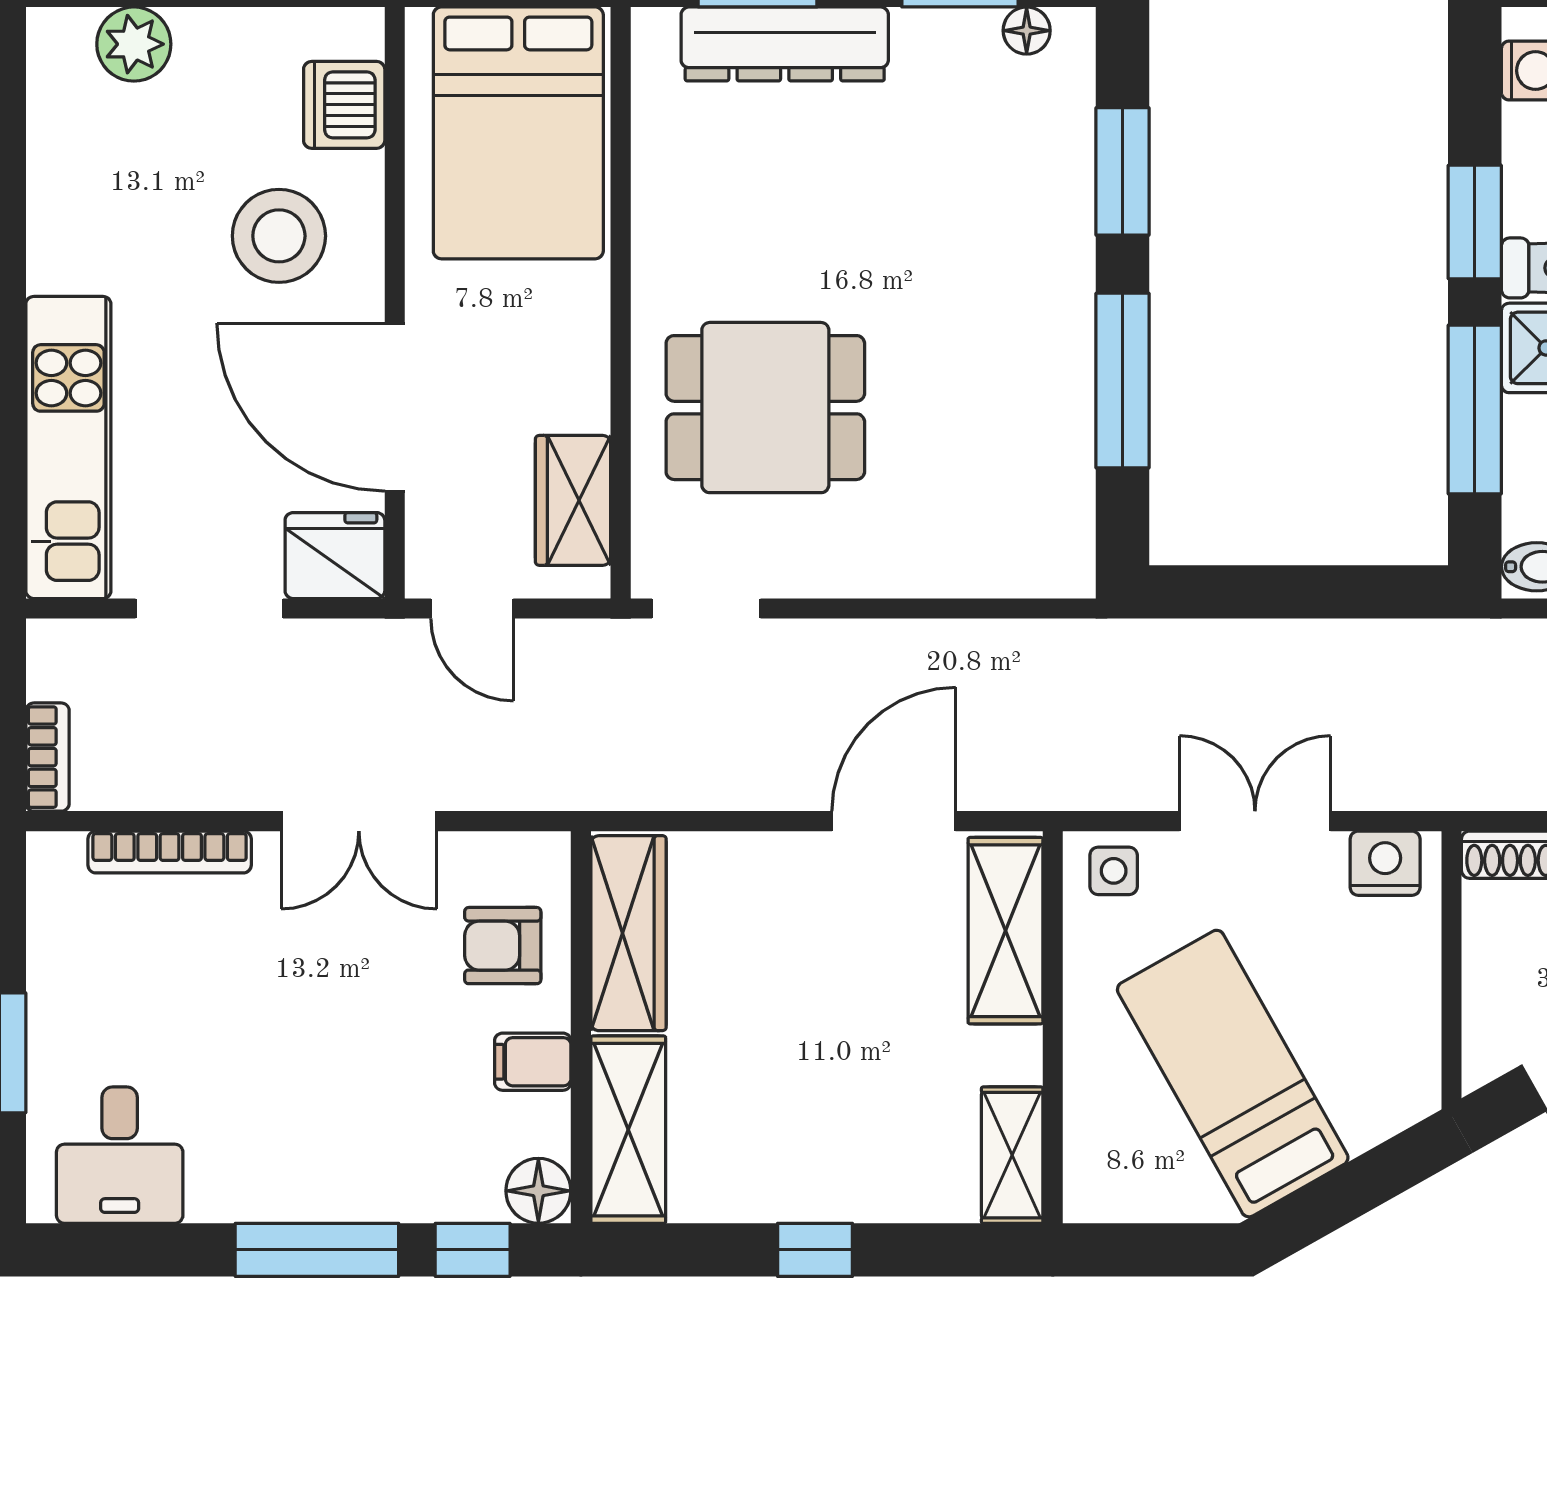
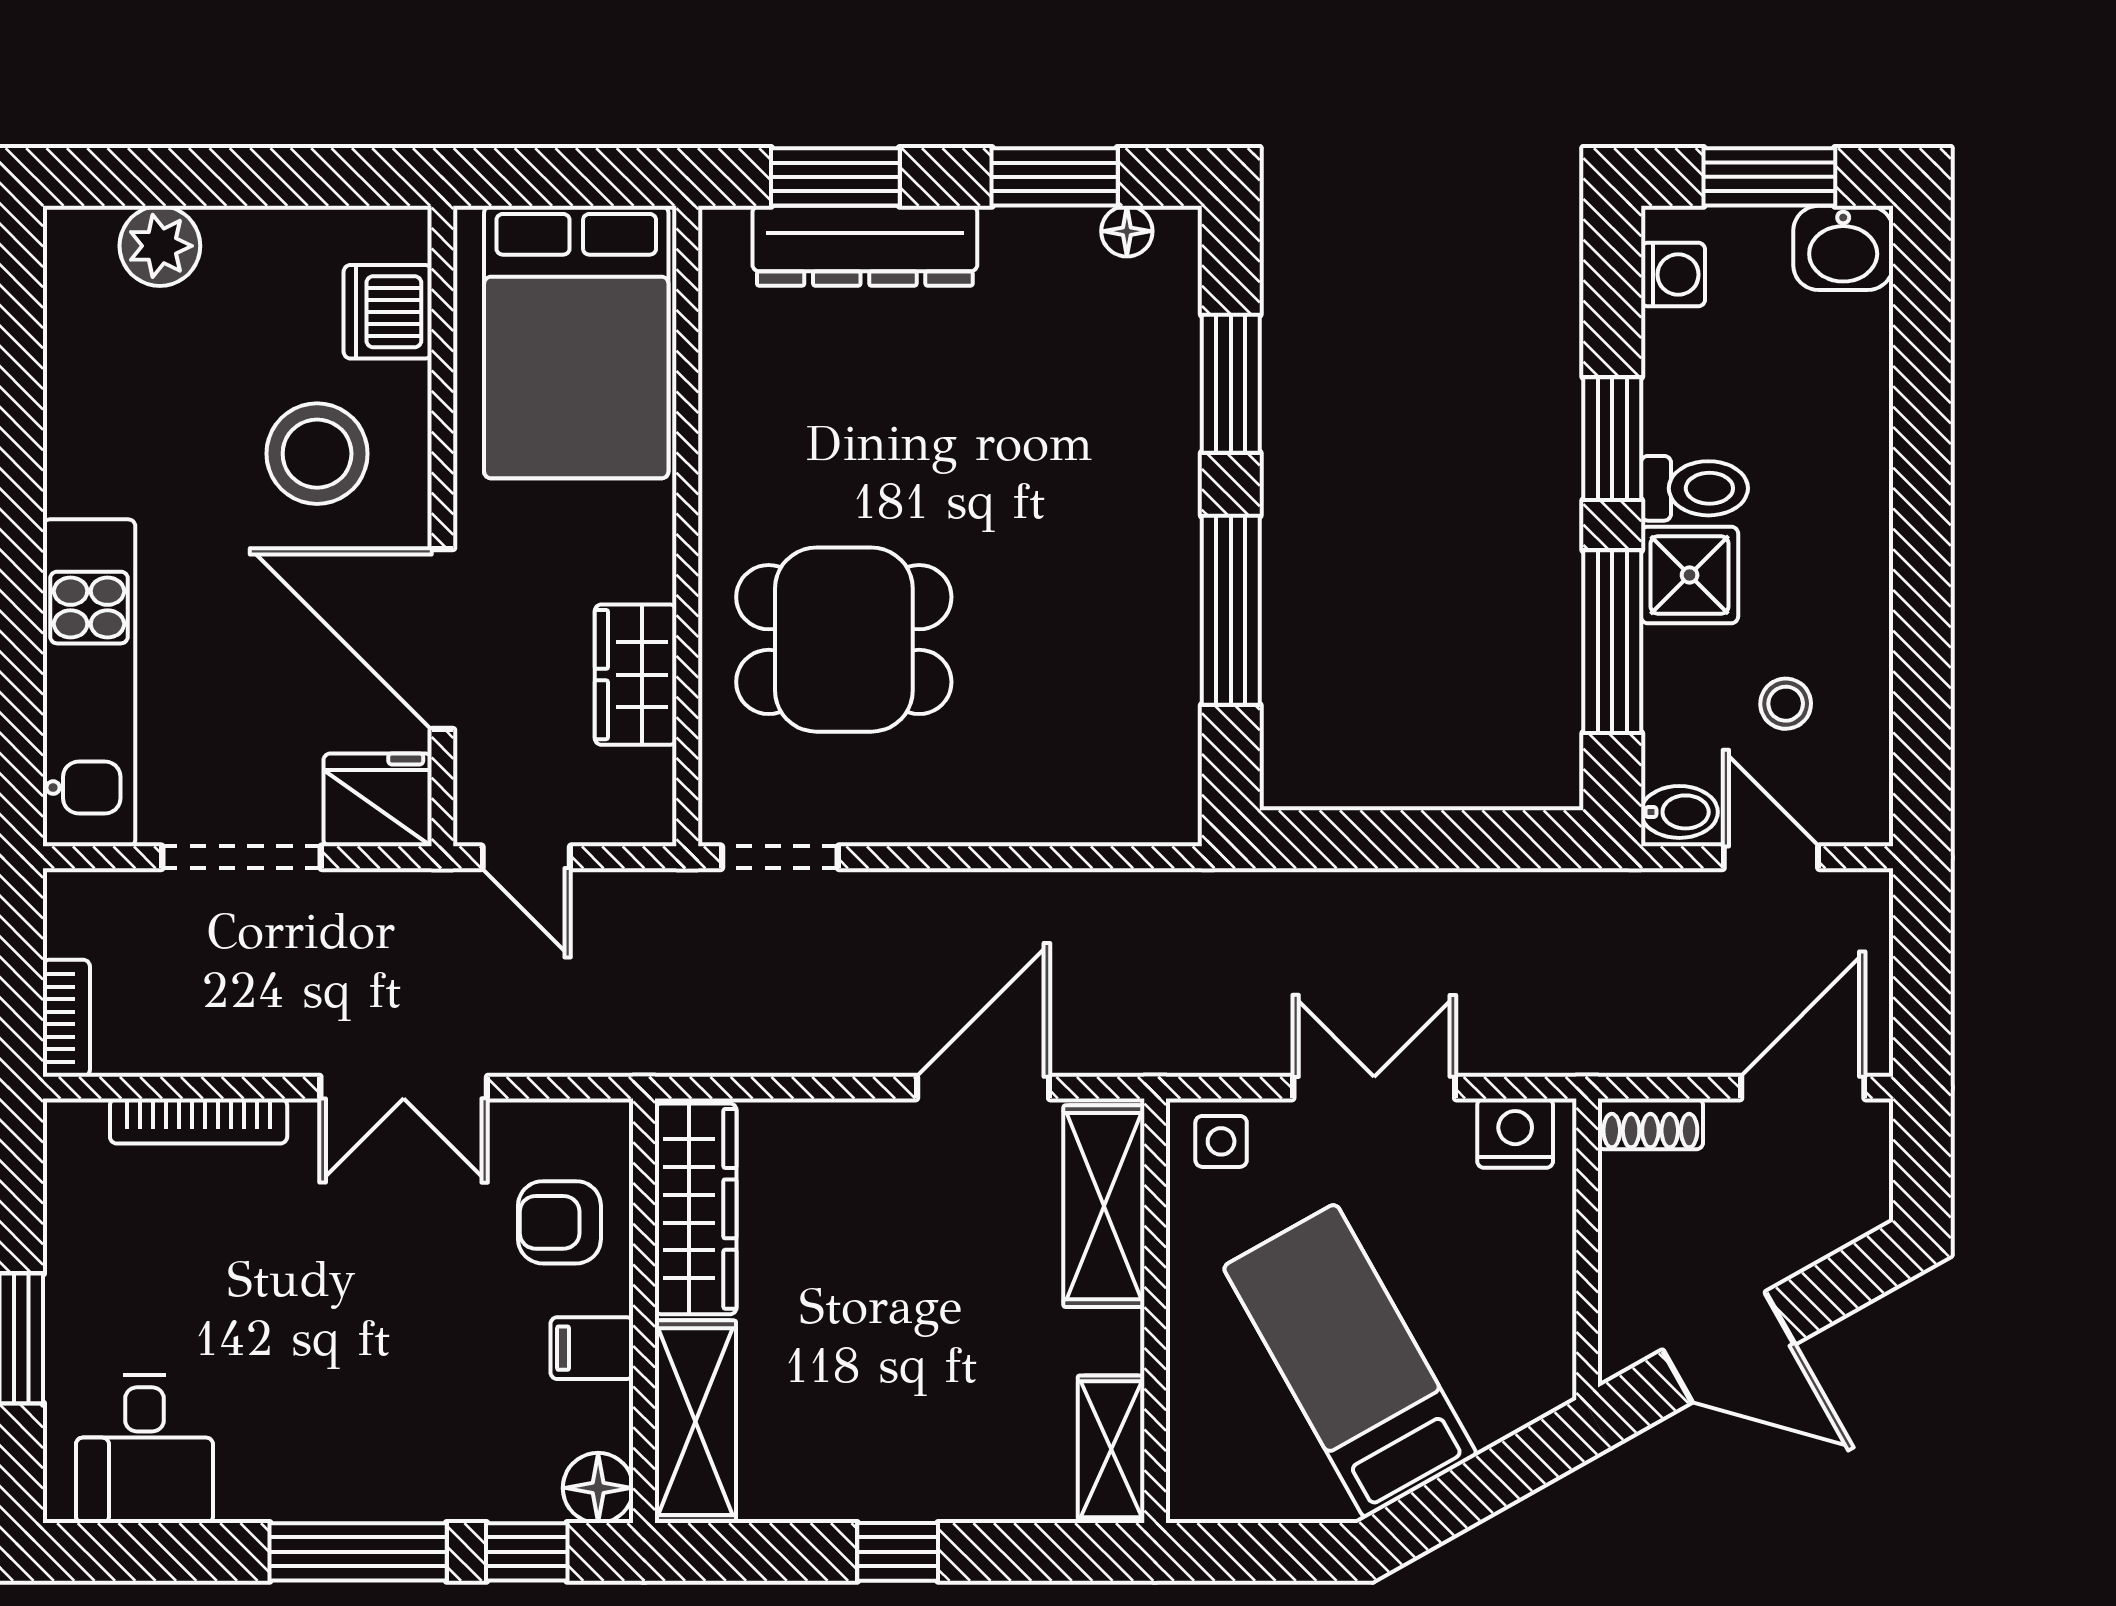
wardrobe: (573, 500) -> (636, 675), moved

